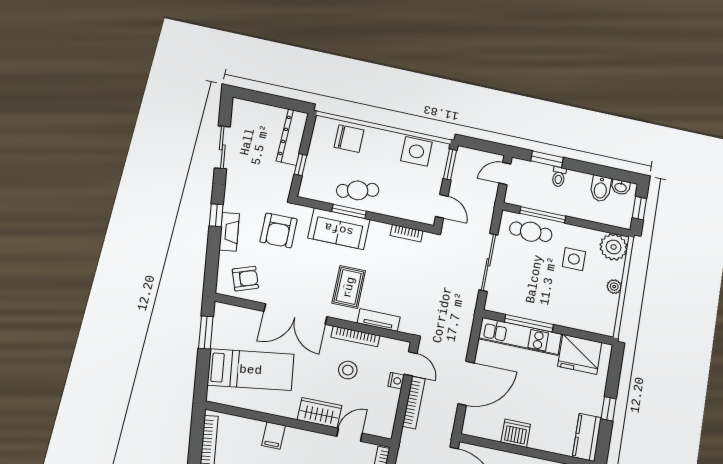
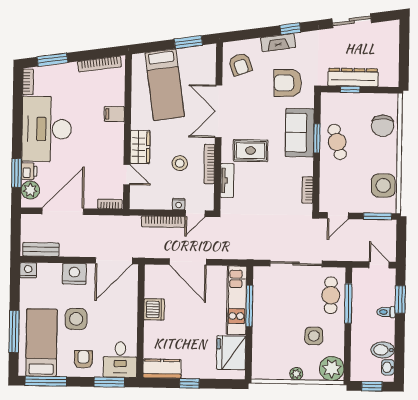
dresser: (292, 137) -> (353, 77), moved

